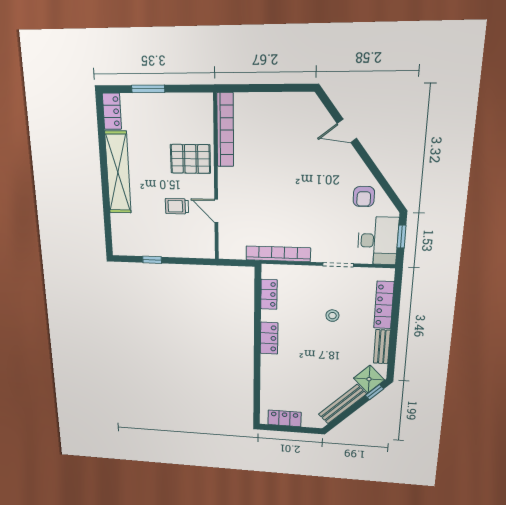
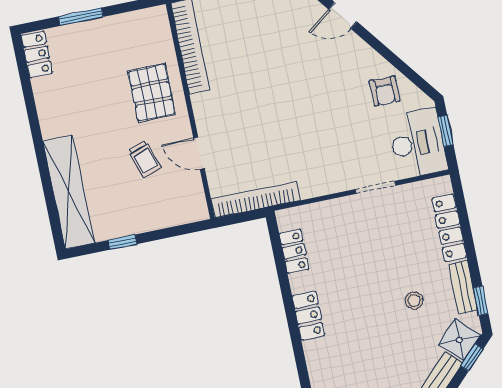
pallet: (190, 159) -> (152, 93), turned 90
shelving: (118, 173) -> (69, 192), moved
trolley: (177, 206) -> (145, 159), turned -108
bookcase: (278, 254) -> (256, 200), moved
stool: (332, 316) -> (414, 300), moved
window: (392, 358) -> (481, 301), added

